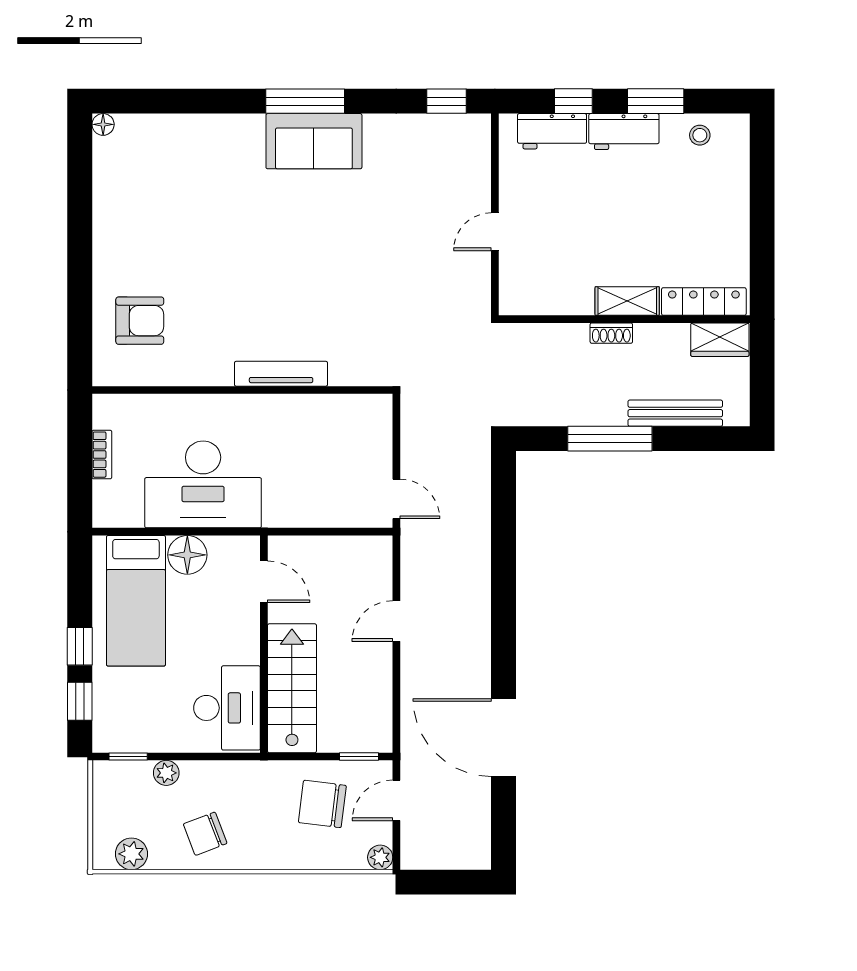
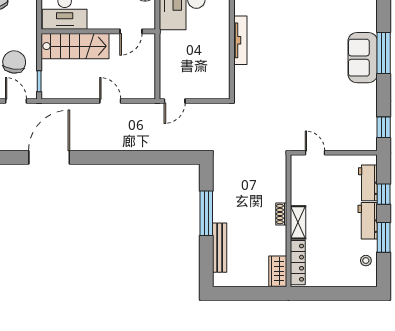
shelving: (627, 301) -> (298, 222), moved
locker: (704, 302) -> (298, 263), moved
wall: (624, 319) -> (288, 221), moved
shoe rack: (611, 333) -> (281, 214), moved
wardrobe: (720, 340) -> (278, 271), moved

